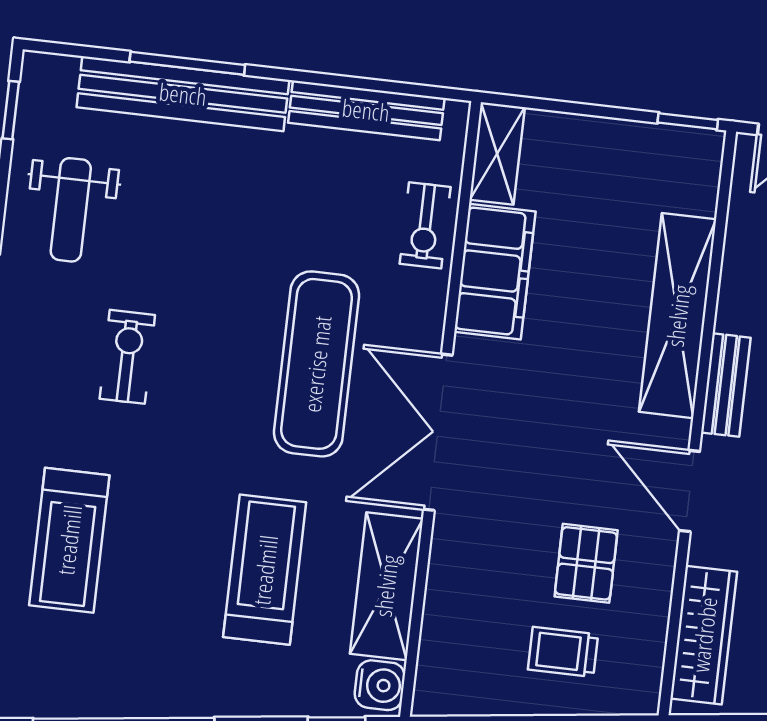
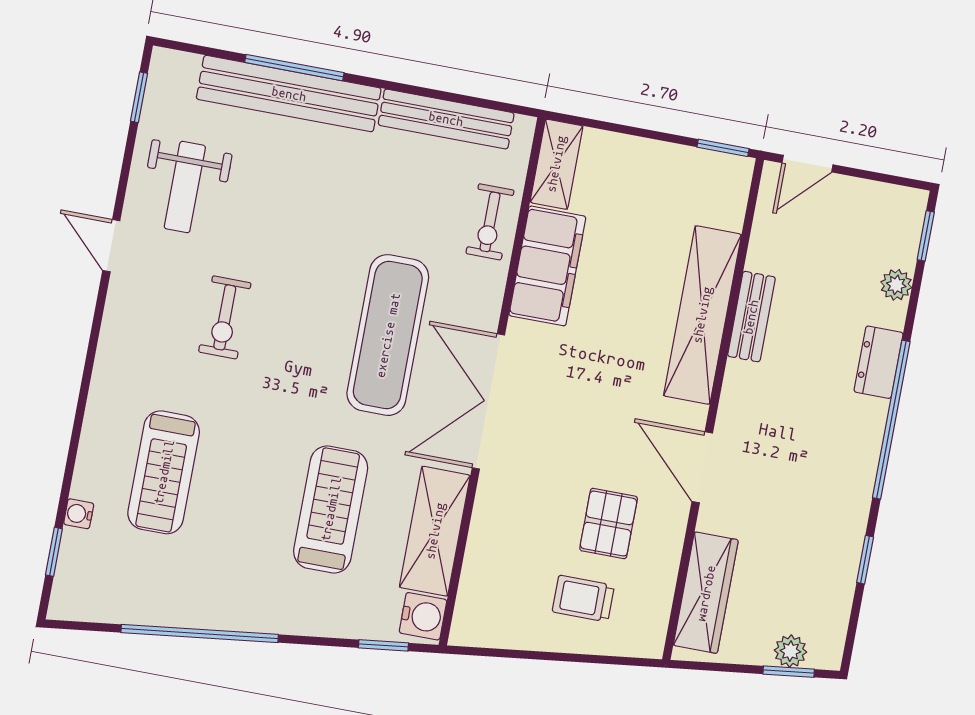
exercise bike: (127, 357) -> (225, 317), turned 180
bench: (726, 385) -> (751, 317), moved

